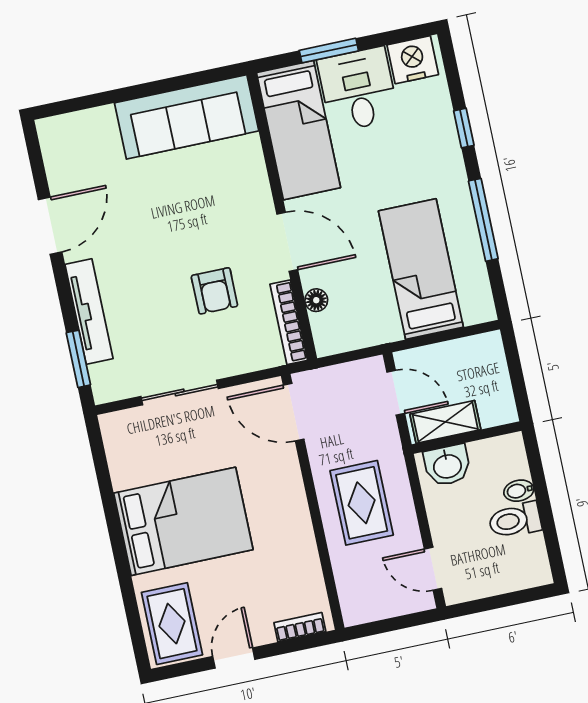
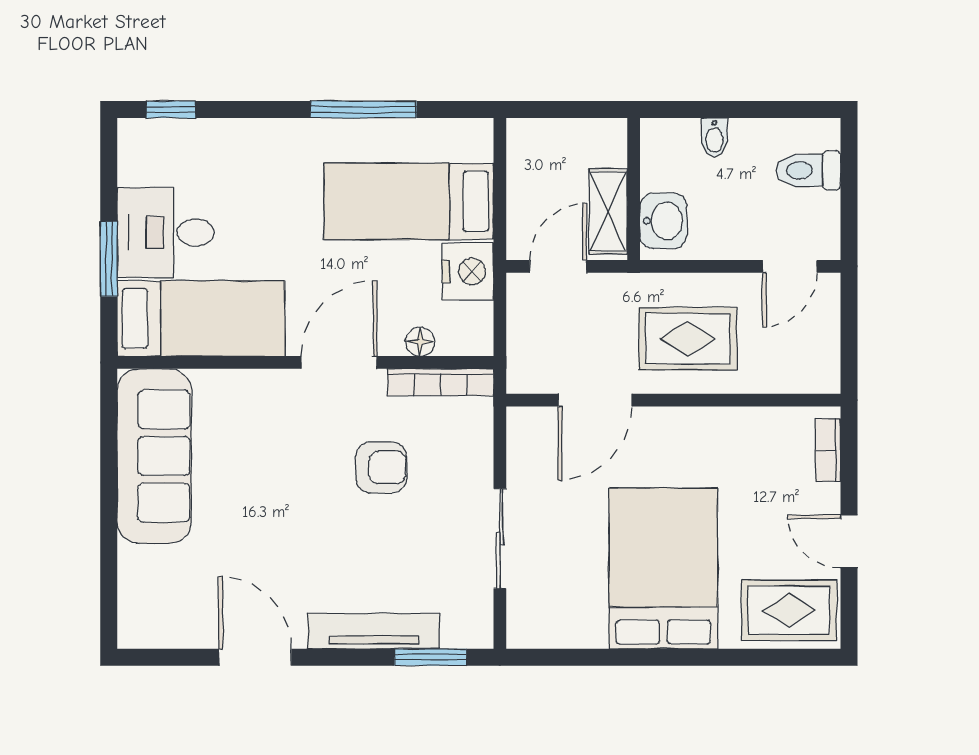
nightstand: (413, 60) -> (468, 271), moved, turned 180
window: (464, 128) -> (171, 109), moved
door: (294, 412) -> (595, 400), moved
toilet: (515, 520) -> (808, 170), moved, turned 90

